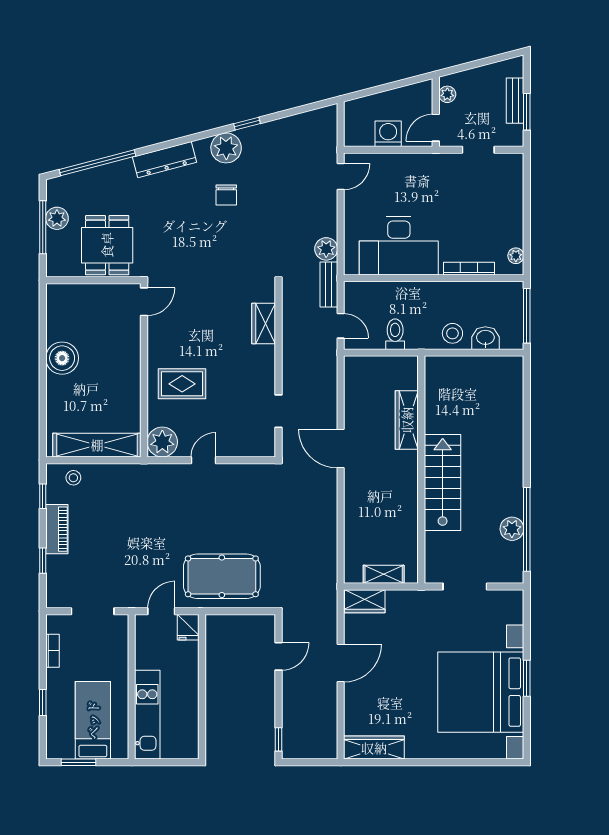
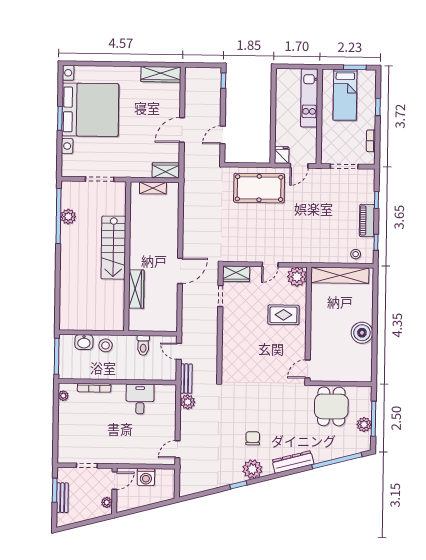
desk: (399, 246) -> (140, 399), width x0.53, depth x0.77
wardrobe: (264, 323) -> (236, 274), moved, turned 90
door: (341, 449) -> (180, 271), hinge flipped

